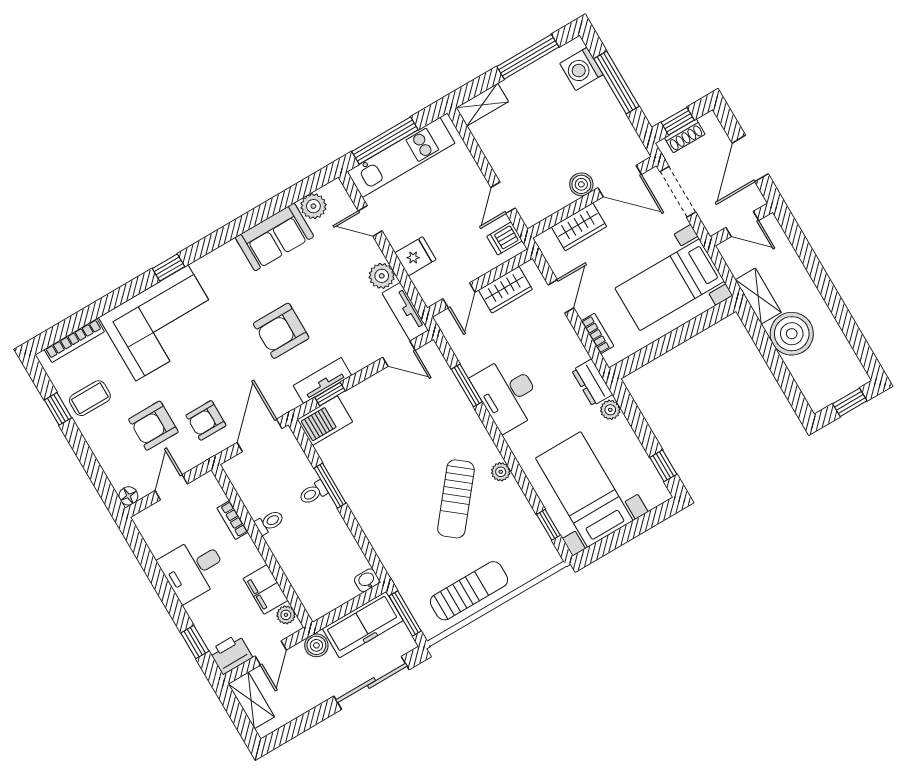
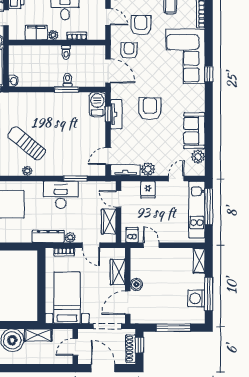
washing machine: (581, 69) -> (196, 298), moved, turned -90
shoe rack: (685, 136) -> (131, 349), width x1.43
dresser: (592, 382) -> (48, 236), width x1.44
plant: (610, 410) -> (70, 237), moved
plant: (286, 615) -> (53, 35), moved

